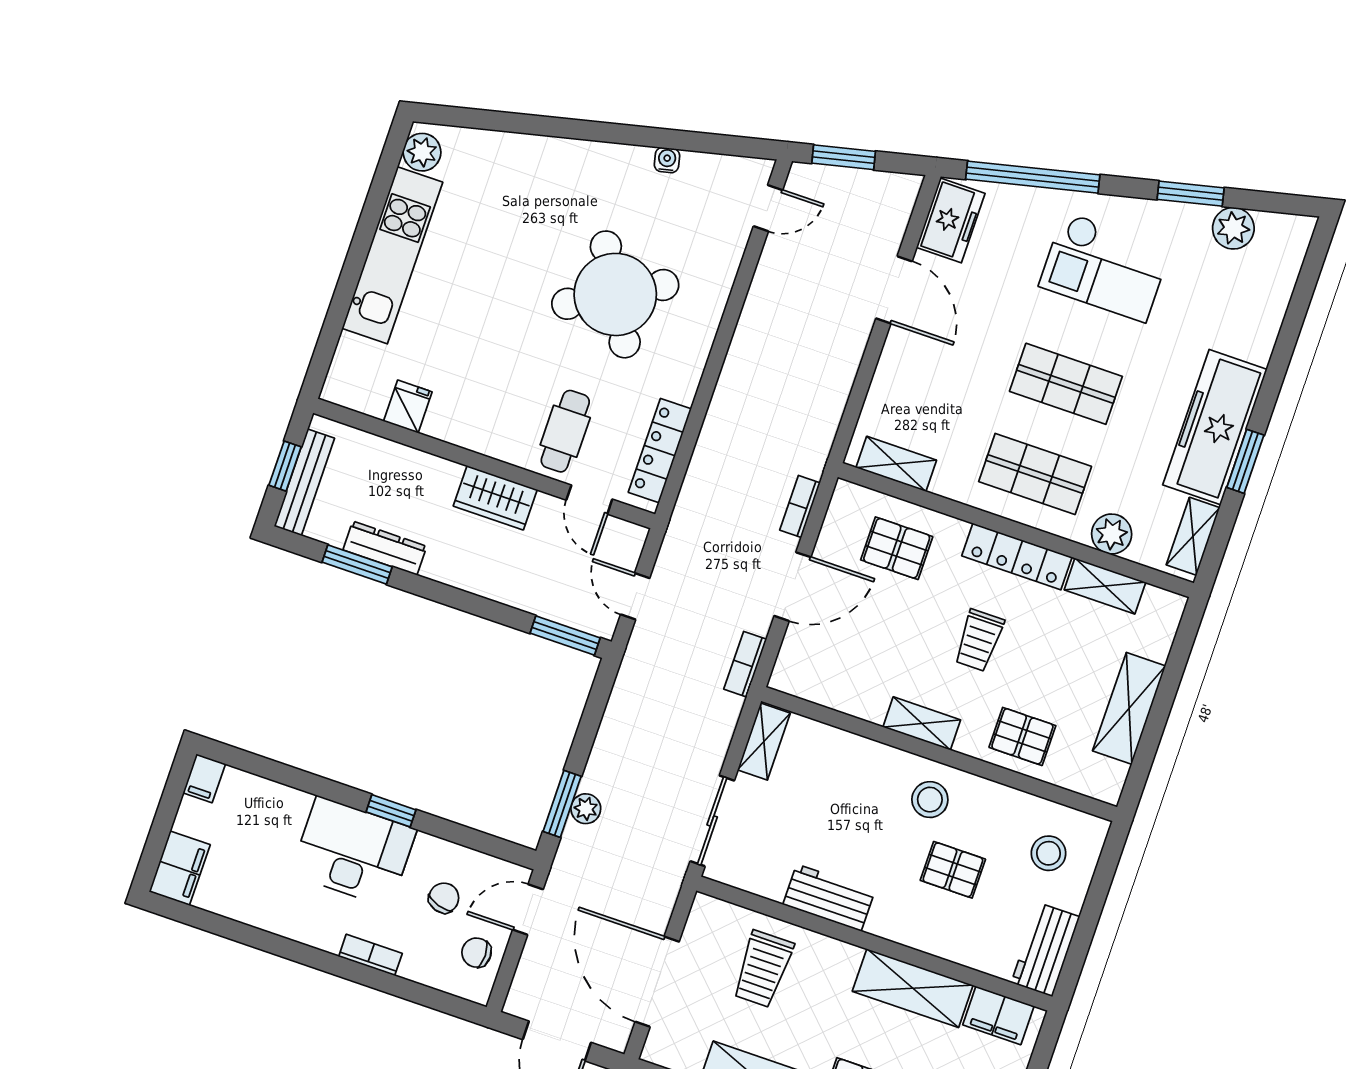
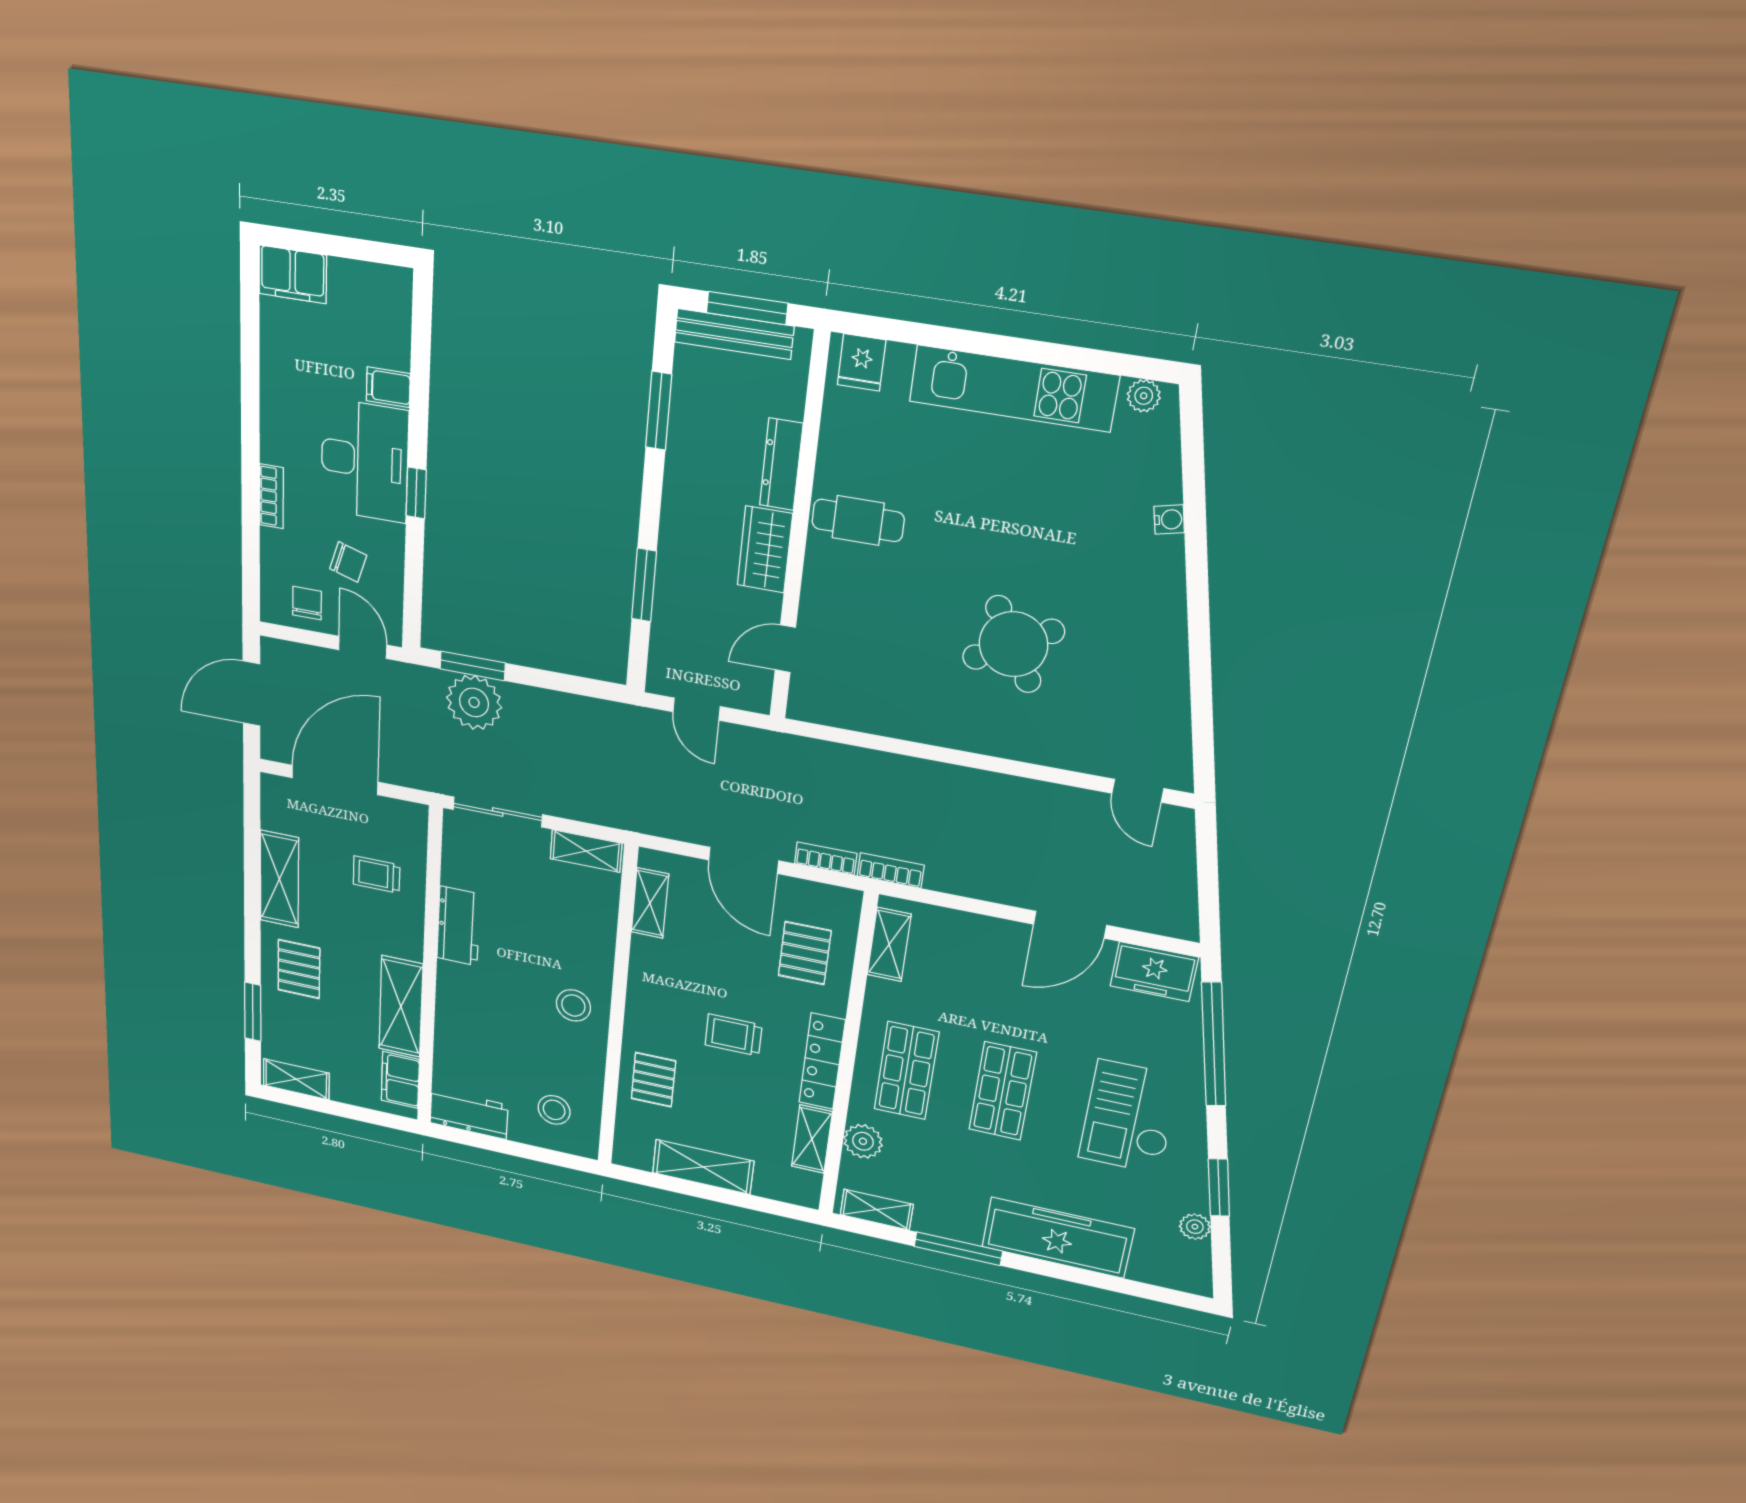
plant: (422, 152) -> (1144, 396), width x0.73, depth x0.73
window: (844, 157) -> (1207, 861), removed
water cooler: (667, 160) -> (1169, 519), moved
plant: (1233, 228) -> (1195, 1227), width x0.73, depth x0.73
round table: (615, 294) -> (1013, 644), width x0.73, depth x0.73
fridge: (408, 407) -> (862, 362), moved, turned 90
freezer: (1215, 427) -> (1058, 1238), moved
cafe table: (565, 431) -> (858, 520), moved
locker: (660, 451) -> (853, 714), removed
window: (1245, 461) -> (958, 1249), width x1.44
window: (285, 466) -> (747, 308), width x1.50
dresser: (385, 548) -> (781, 464), moved, turned 180
door: (635, 596) -> (696, 709), swing flipped
window: (565, 636) -> (644, 585), moved
bookcase: (745, 664) -> (891, 870), moved
shelving: (922, 723) -> (650, 903), moved
filing cabinet: (204, 778) -> (388, 387), moved
plant: (586, 809) -> (474, 702), width x1.87, depth x1.87
pallet: (953, 870) -> (516, 1031), removed
trolley: (763, 969) -> (377, 875), width x0.73, depth x0.72

